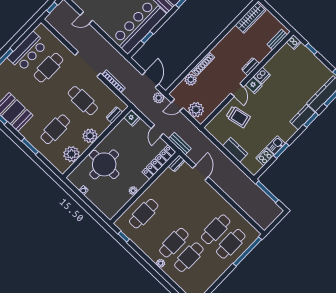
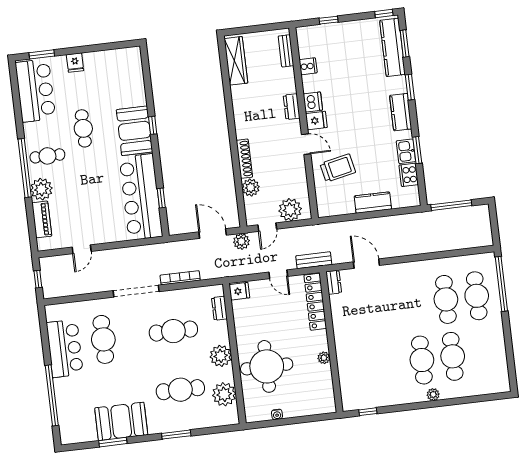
cooker: (294, 42) -> (308, 66), moved
kitchen counter: (302, 117) -> (401, 112), moved
cafe table: (55, 129) -> (180, 390), turned 90
cafe table: (144, 214) -> (360, 367), removed

